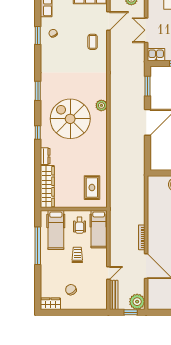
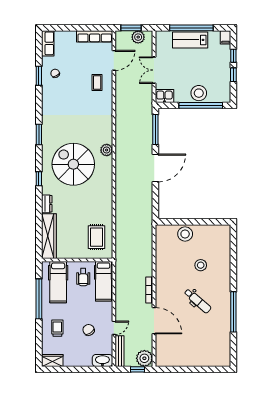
window: (148, 86) -> (155, 130), width x1.44
trolley: (77, 255) -> (57, 328), moved
chair: (71, 290) -> (89, 330), moved
washbasin: (98, 304) -> (102, 361), added

